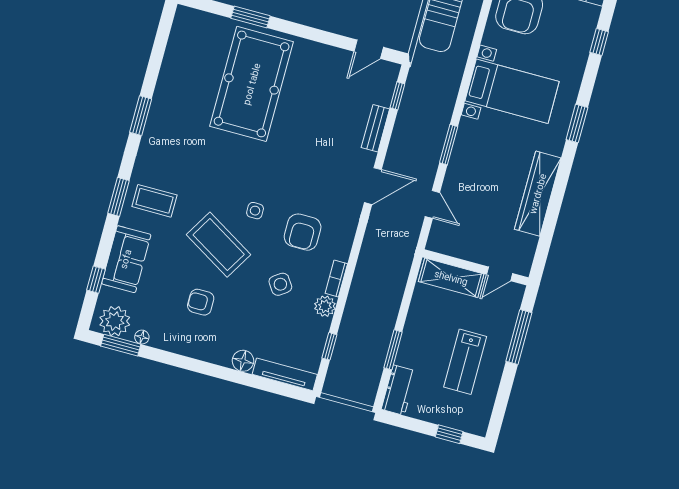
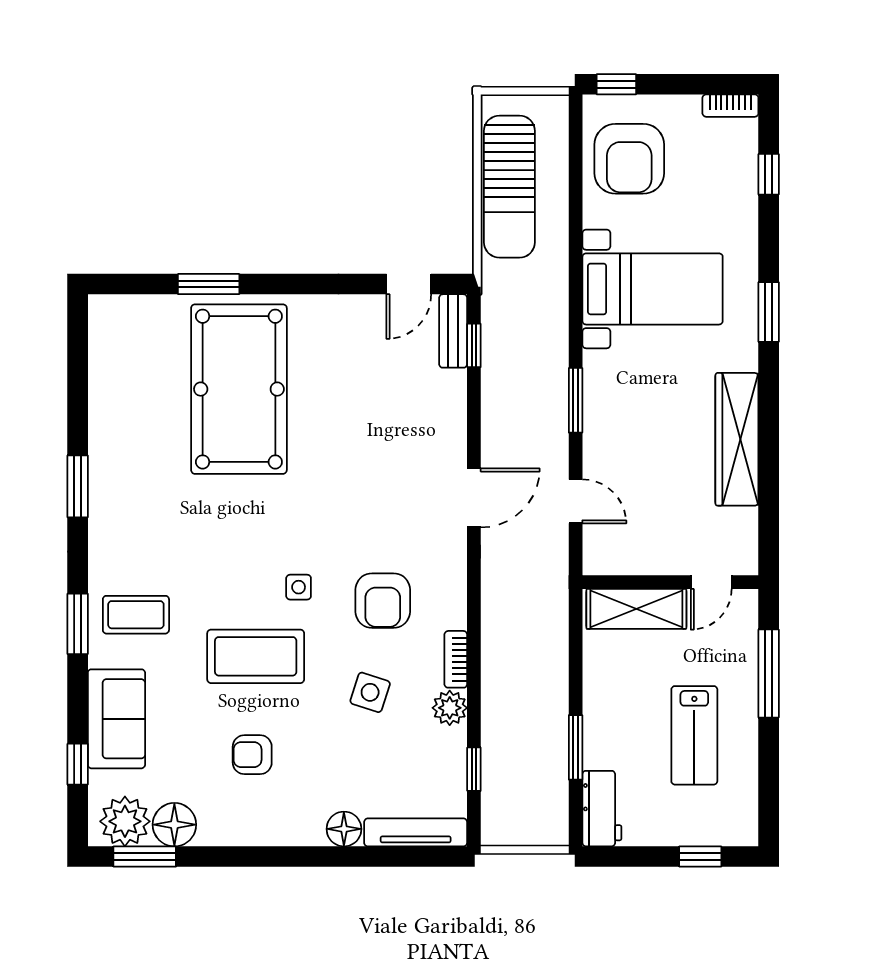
bench: (375, 128) -> (453, 331), moved
coffee table: (219, 245) -> (256, 656), turned -31
side table: (280, 284) -> (370, 692), turned -37
floor lamp: (142, 337) -> (174, 825), width x1.89, depth x1.89

